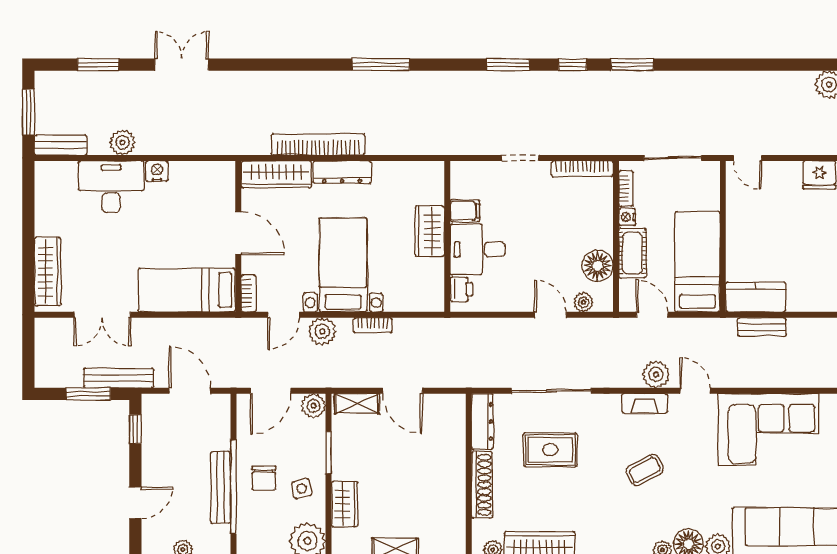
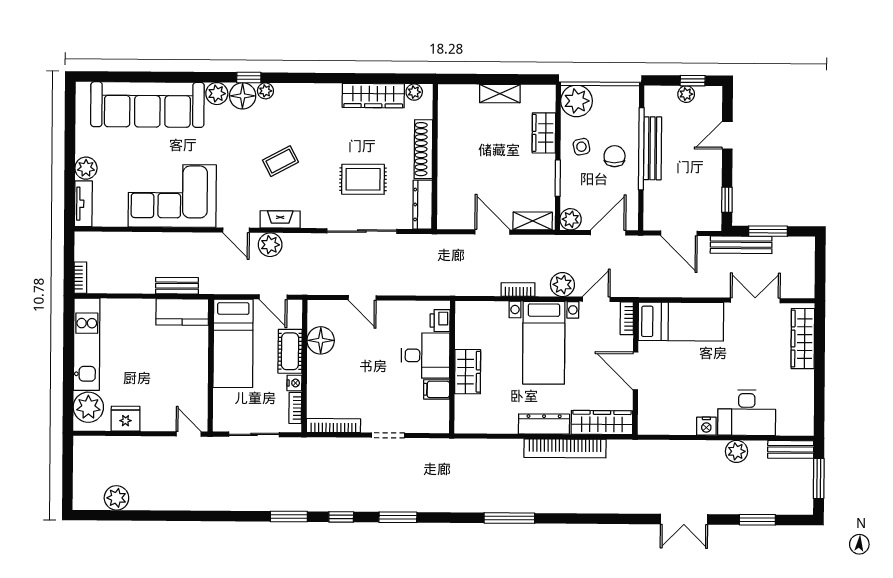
plant: (583, 302) -> (333, 308), removed

